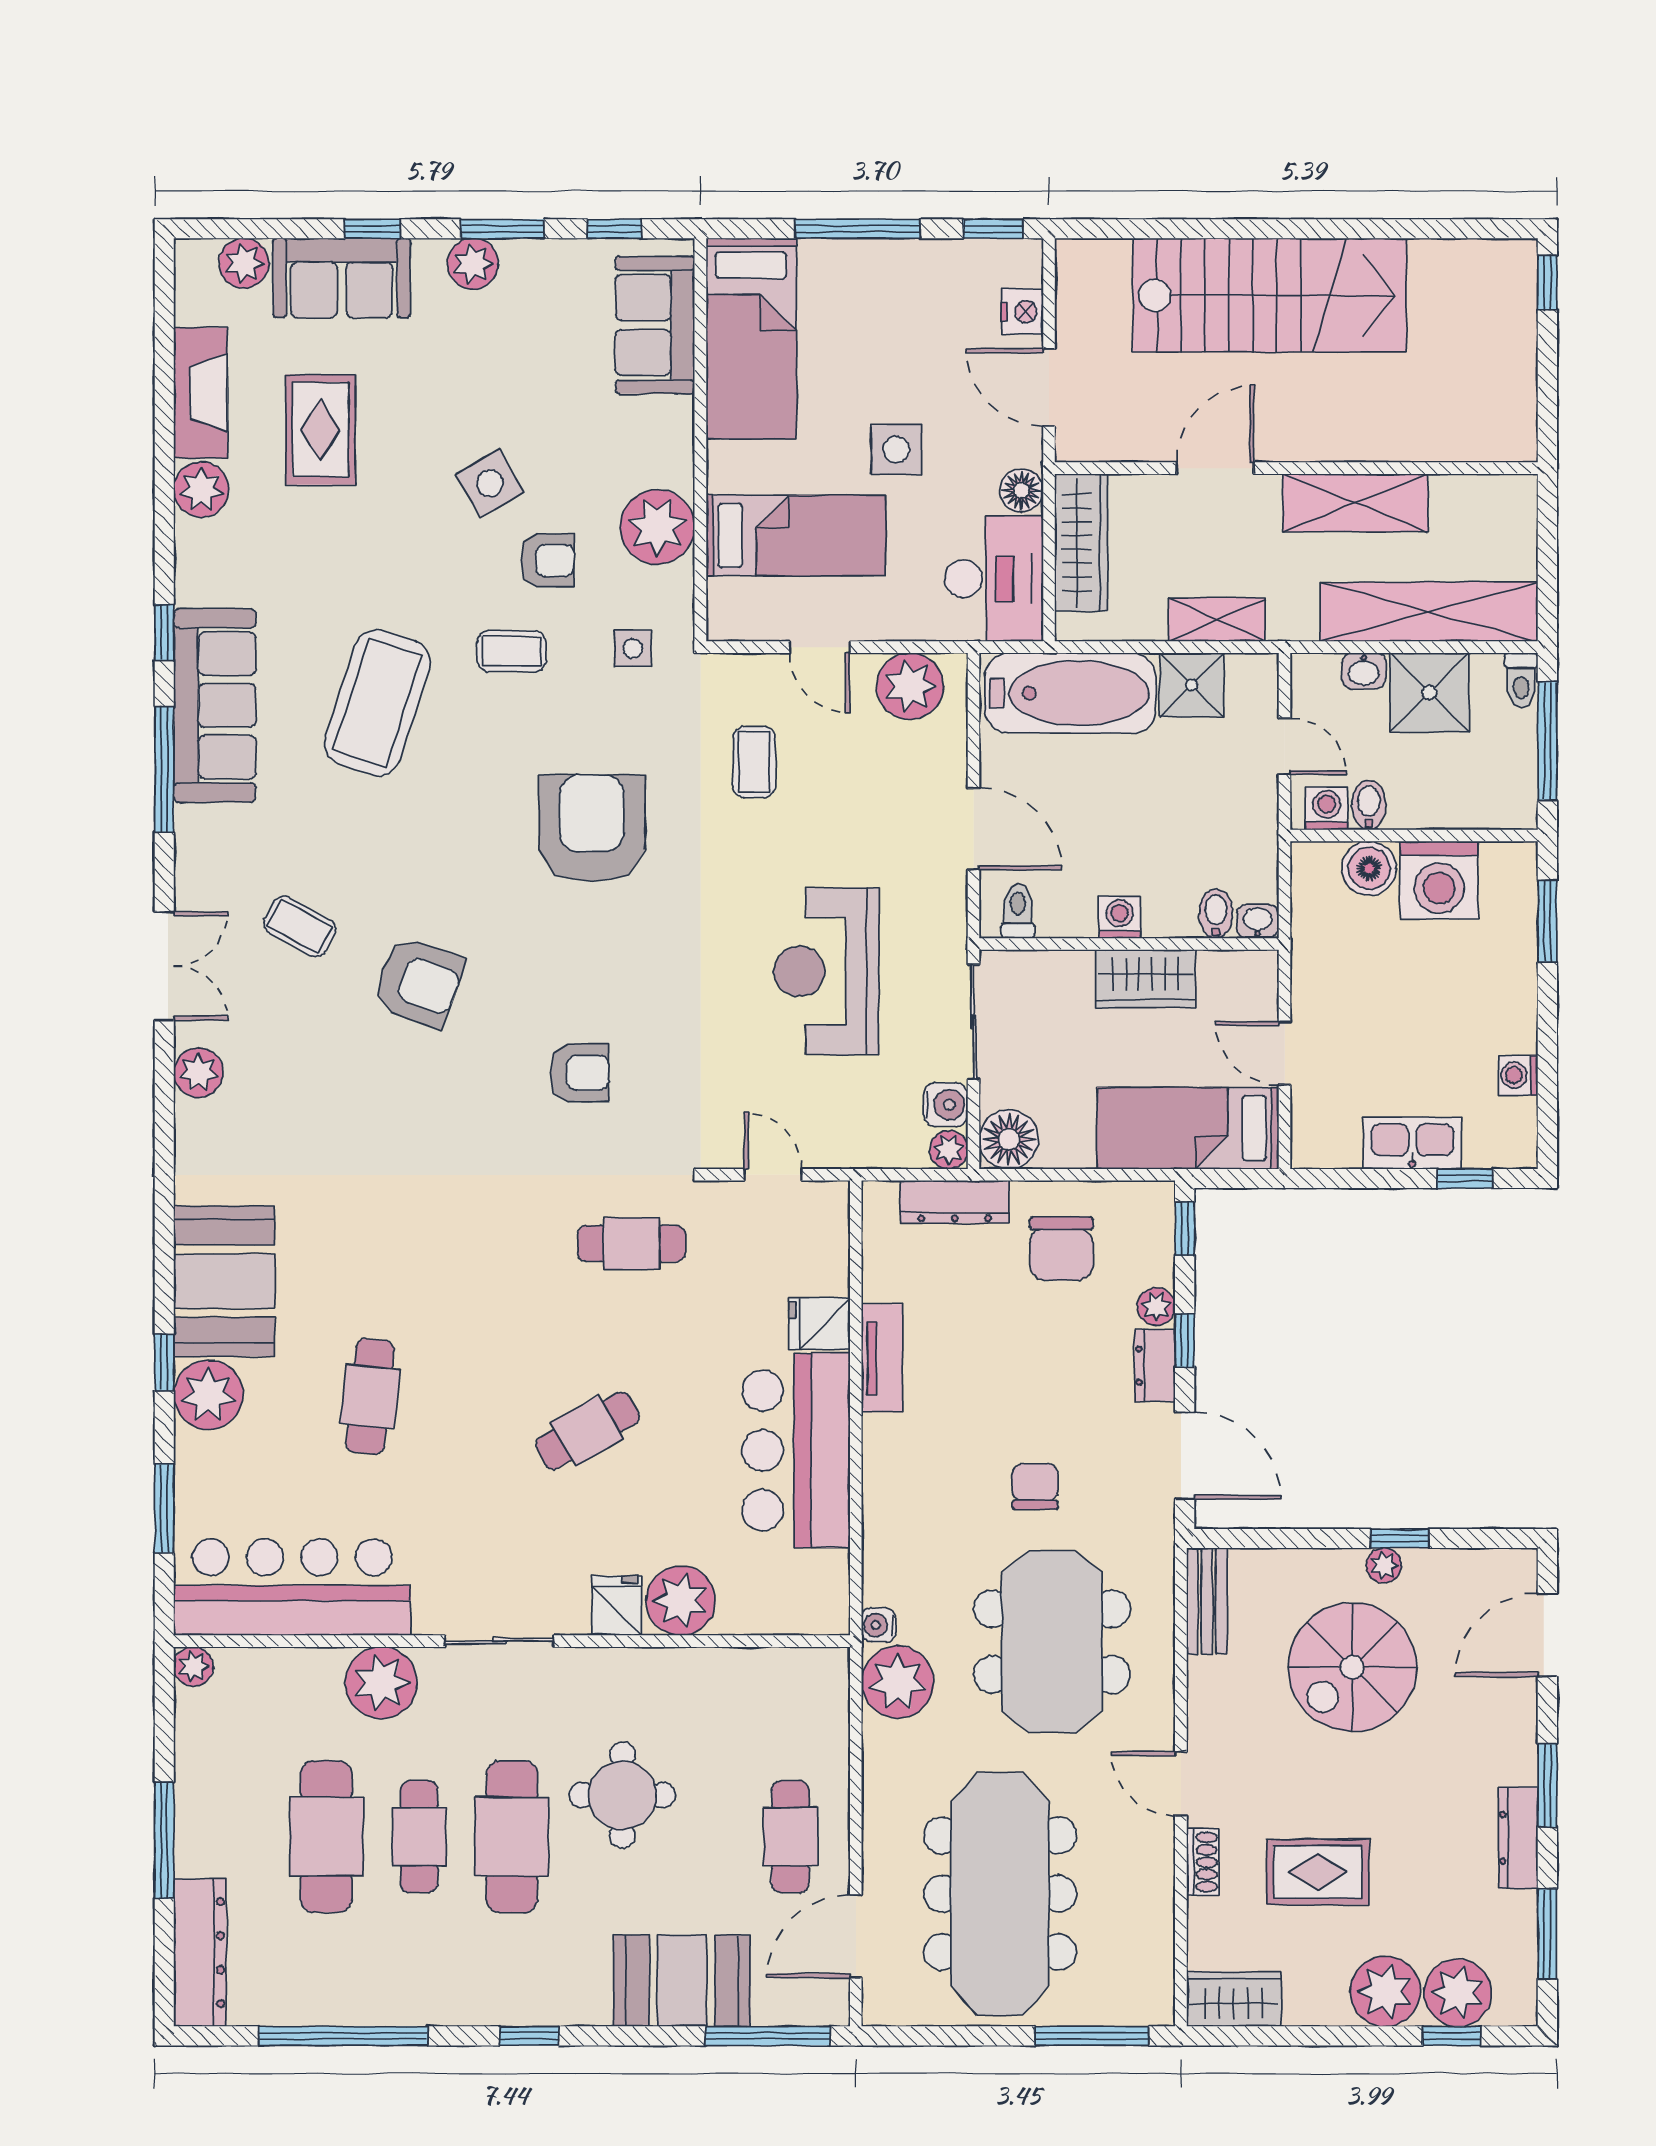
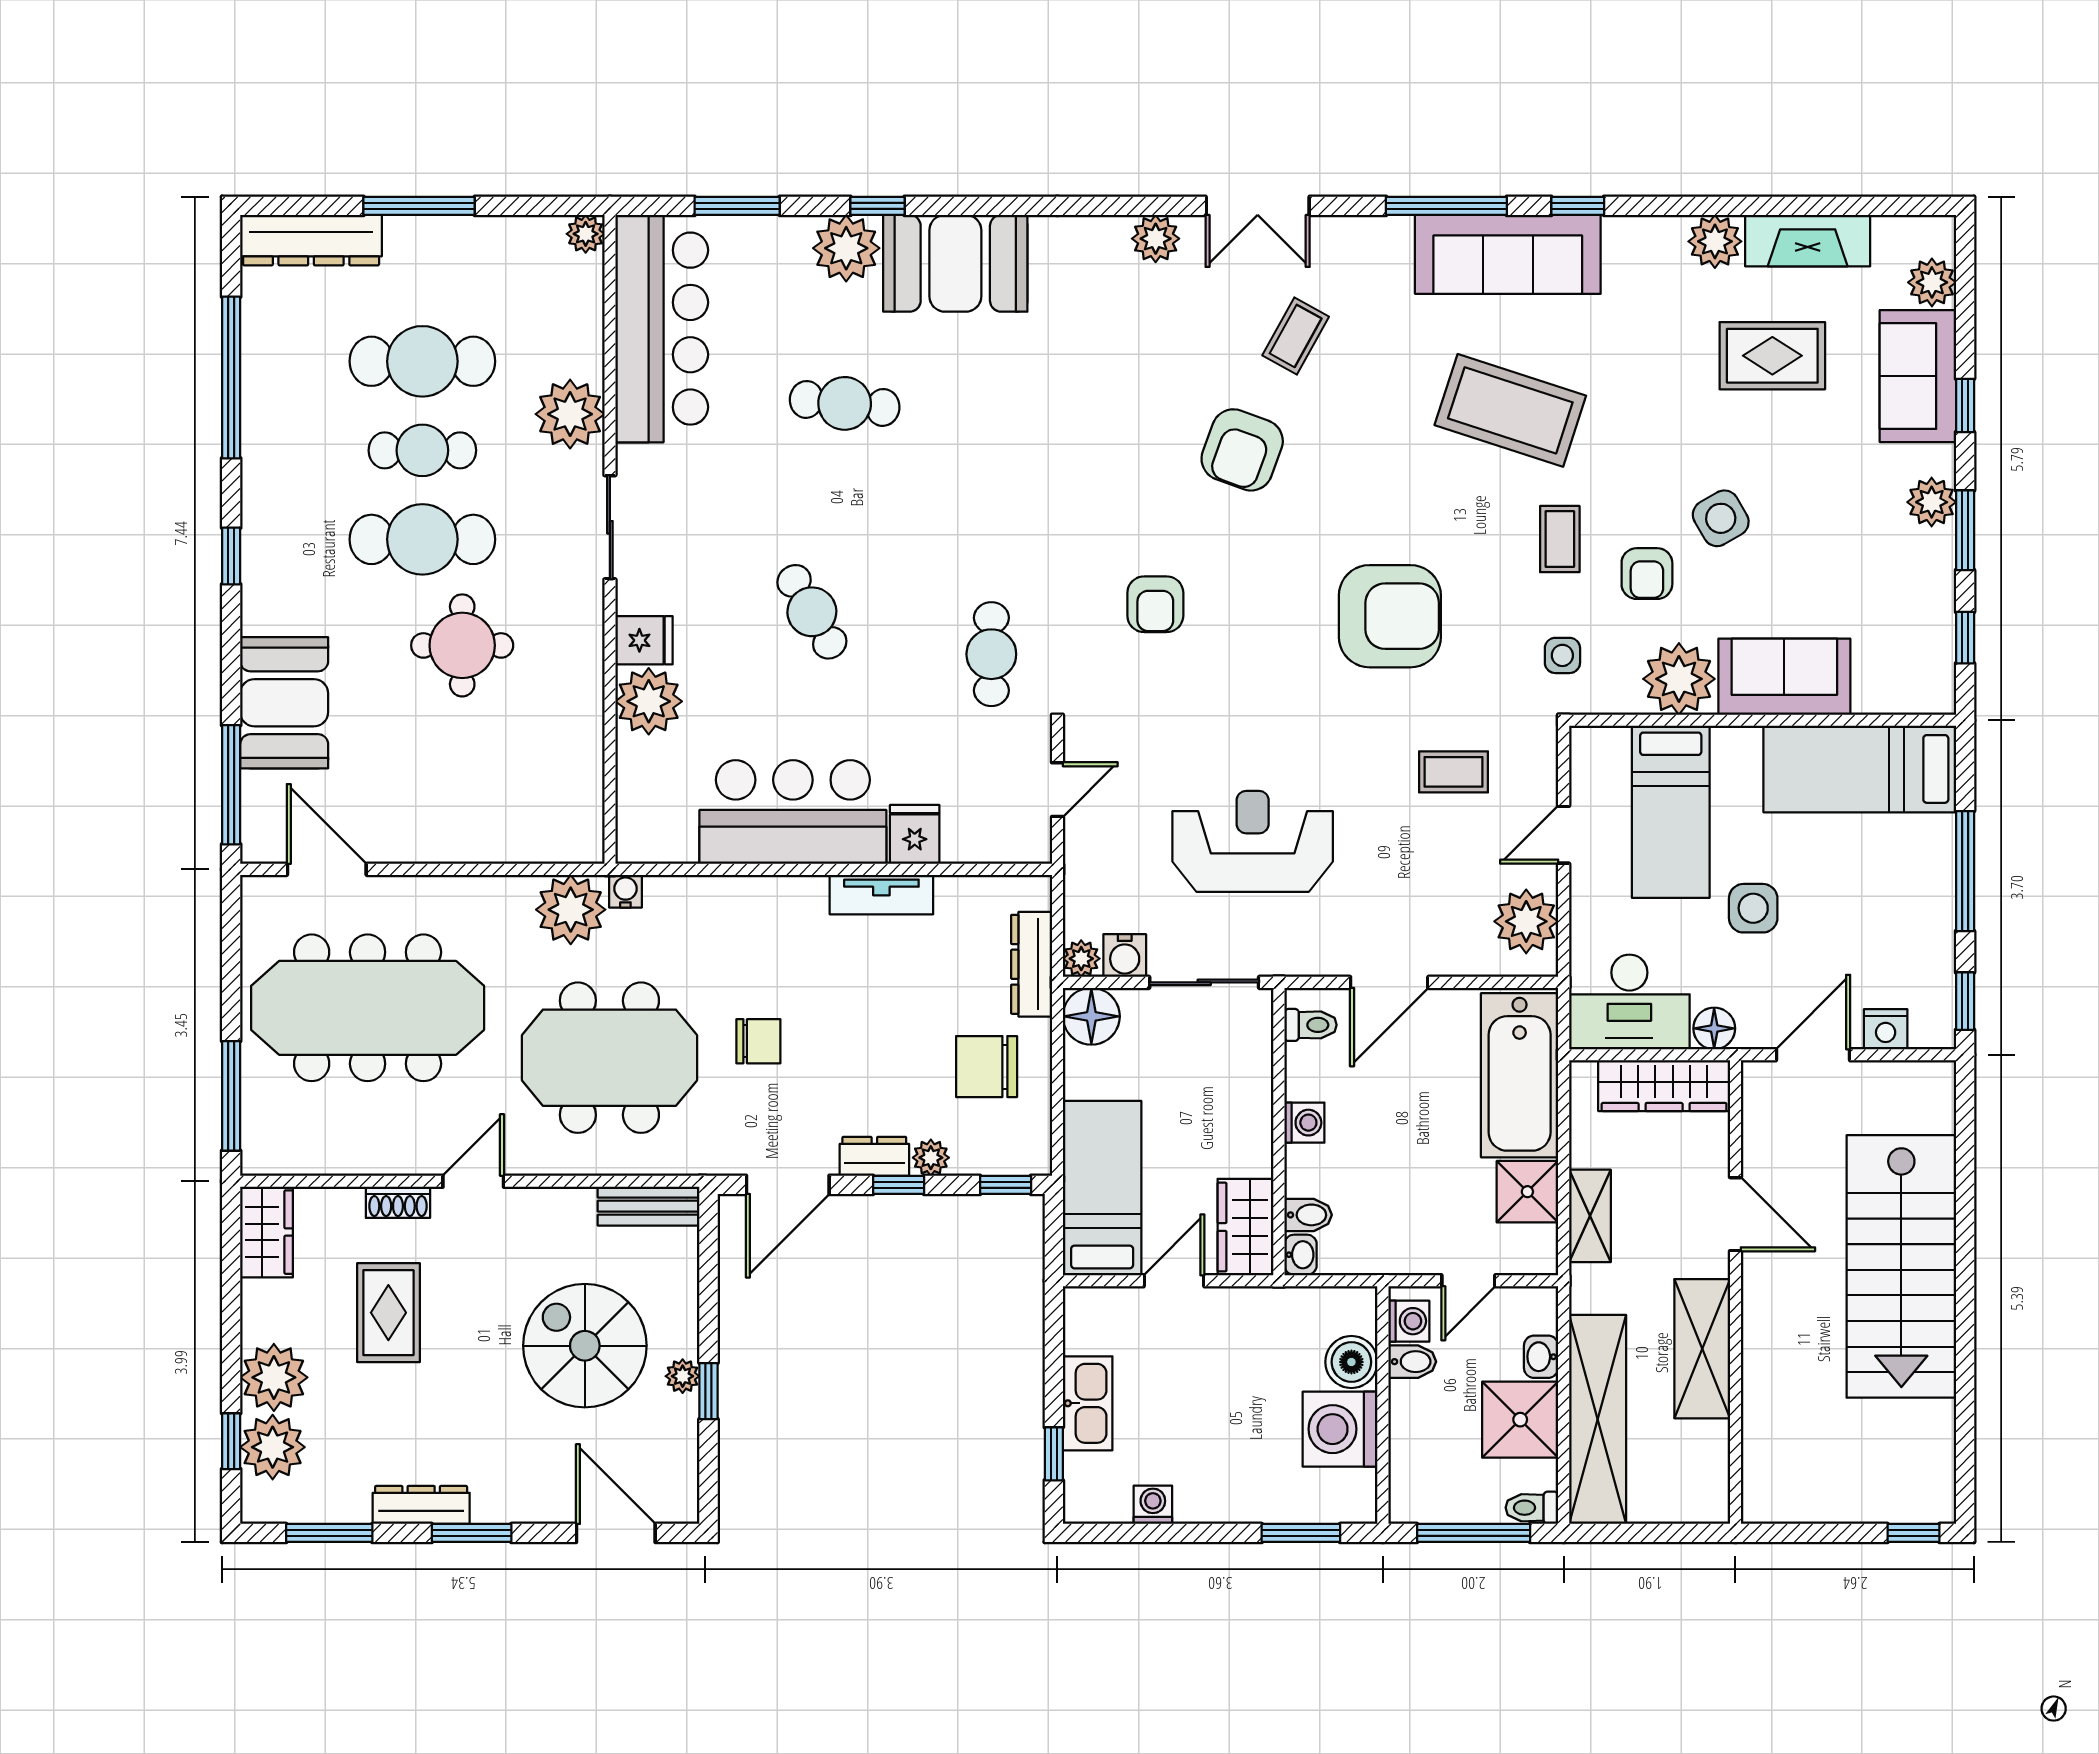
sofa: (655, 325) -> (1784, 677), moved
wardrobe: (1146, 979) -> (1245, 1227), moved
cafe table: (790, 1837) -> (422, 807), removed

